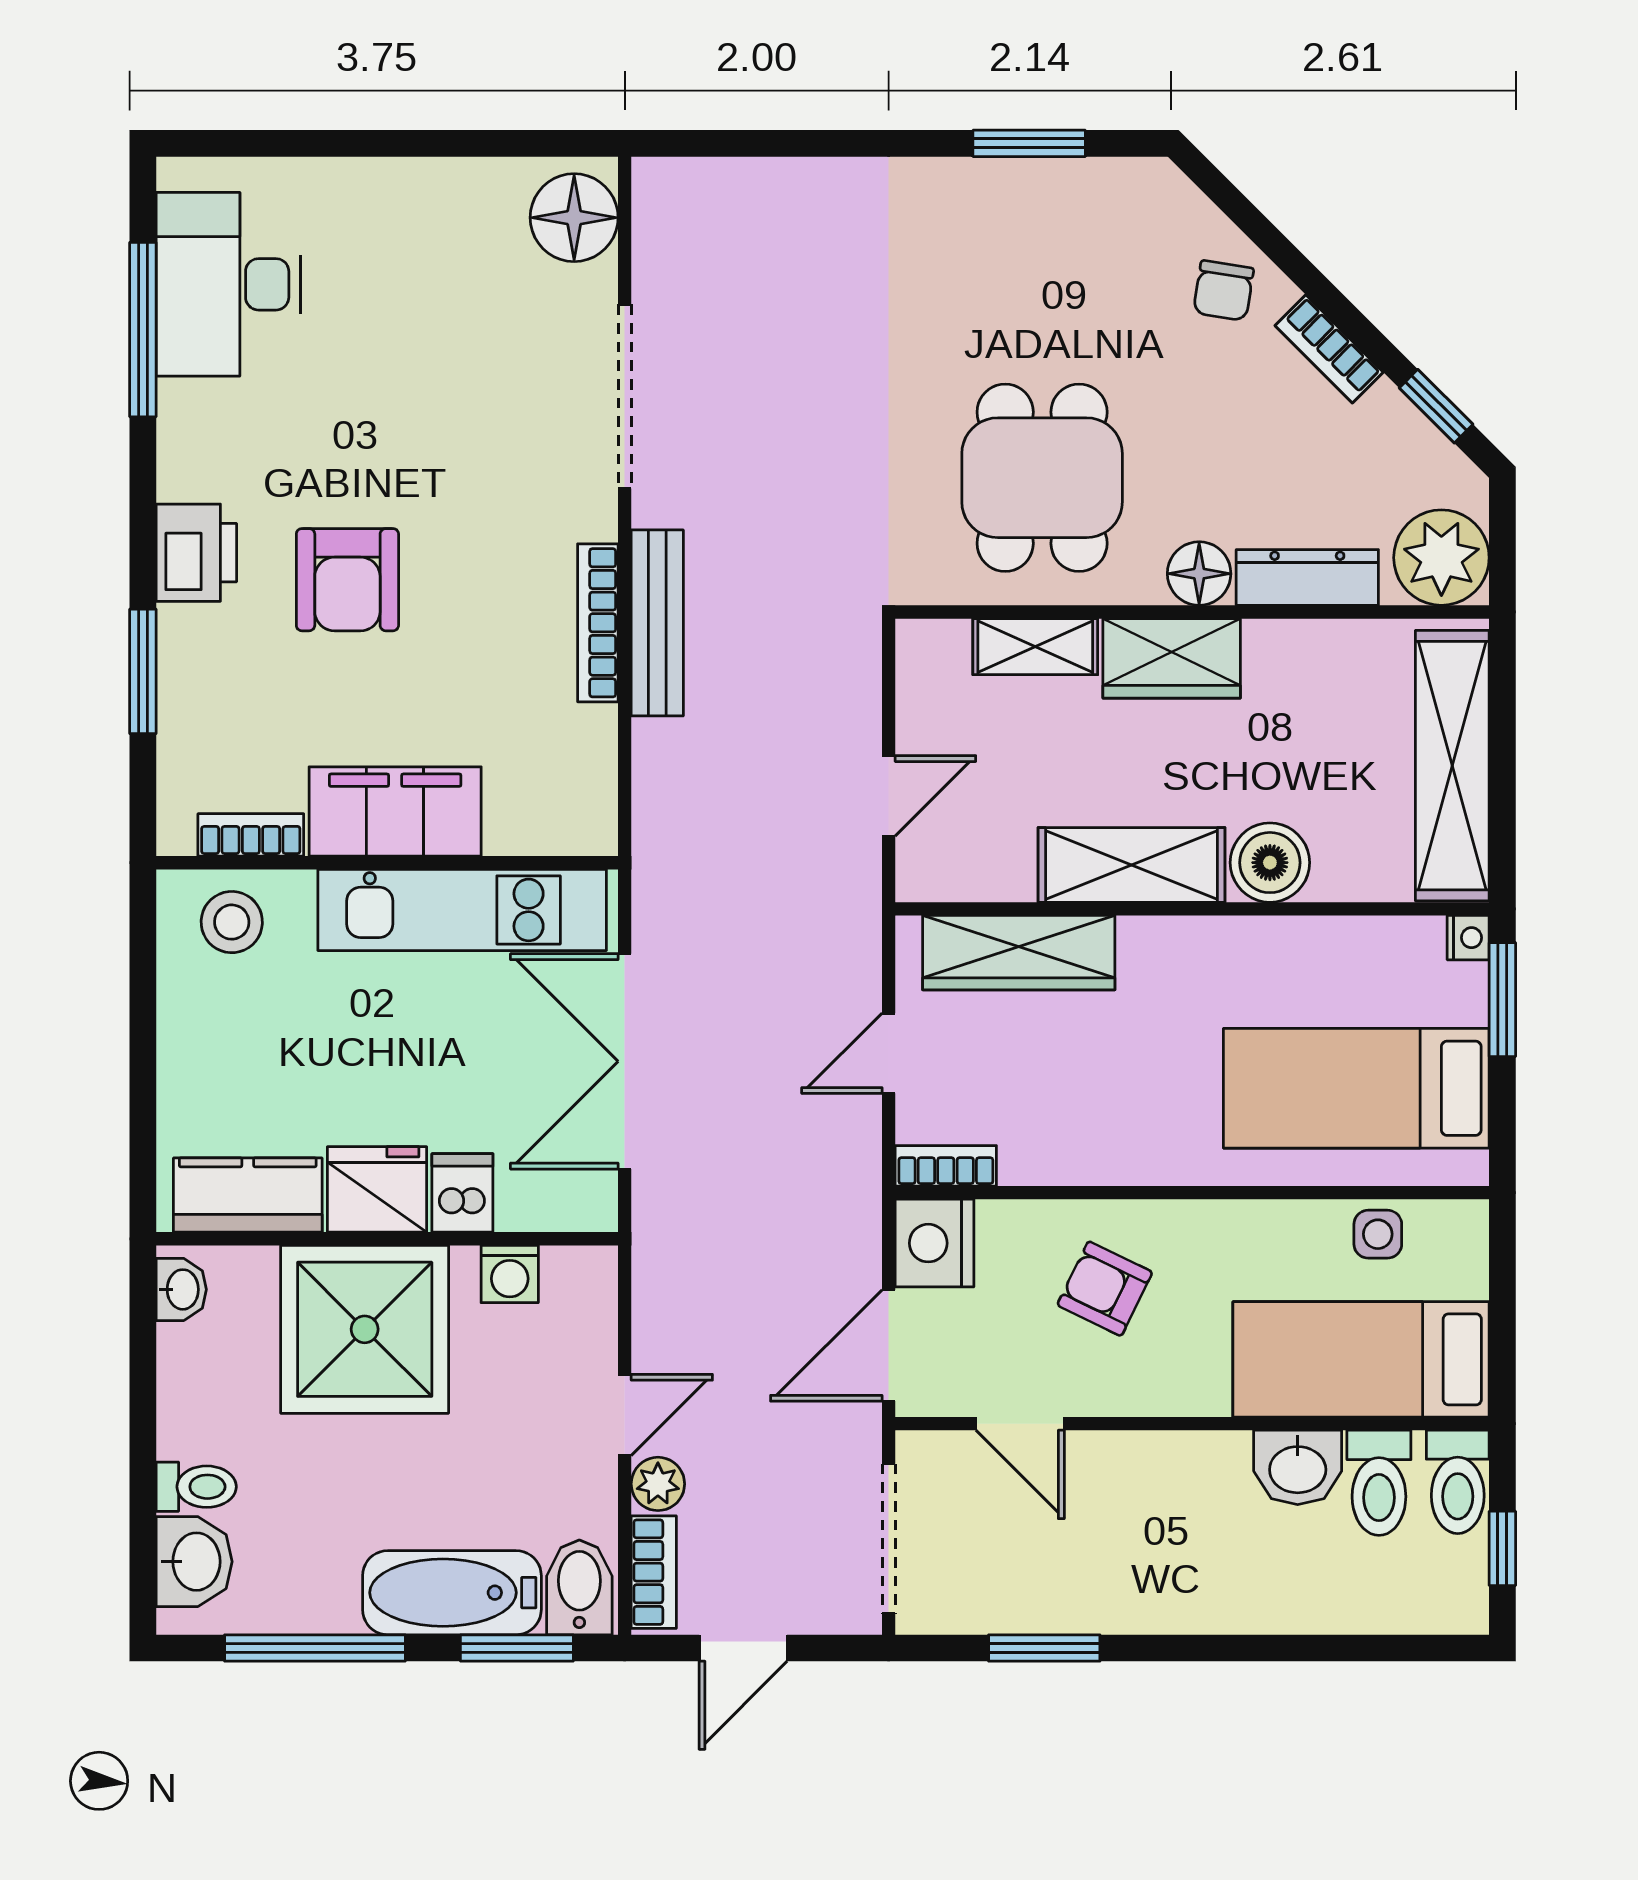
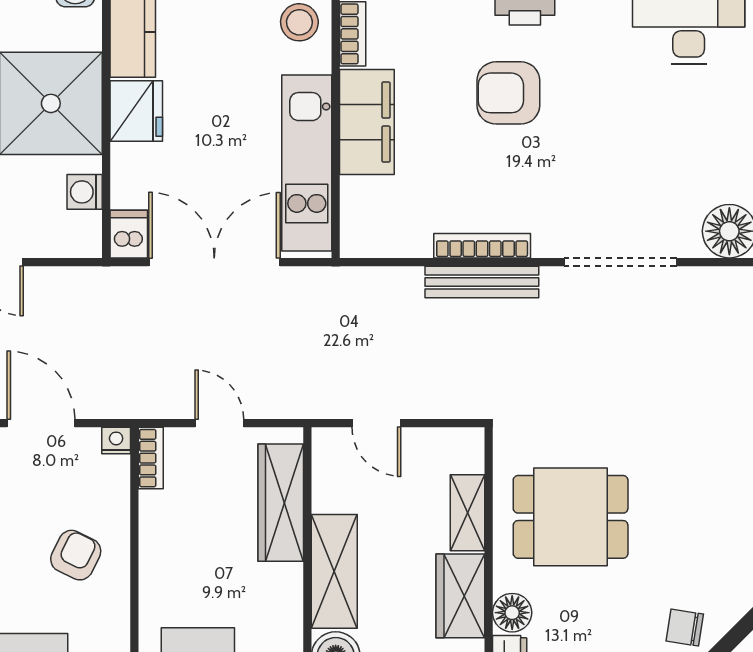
dishwasher: (462, 1193) -> (129, 234), moved, turned -90
nightstand: (935, 1243) -> (116, 441), width x0.53, depth x0.56

